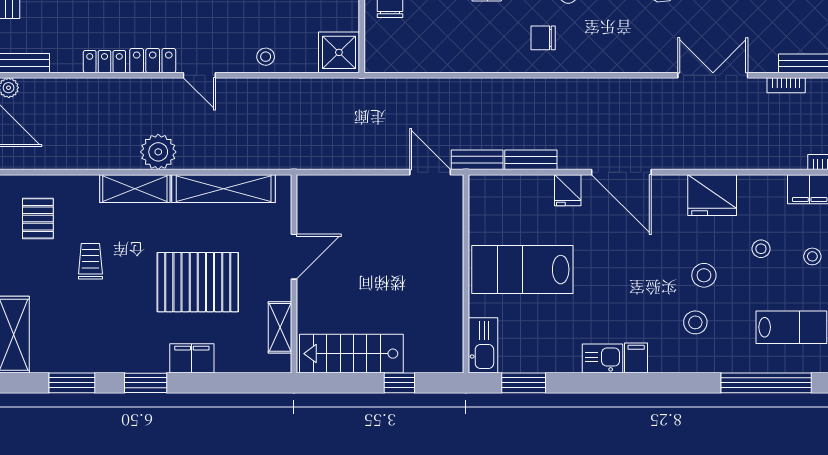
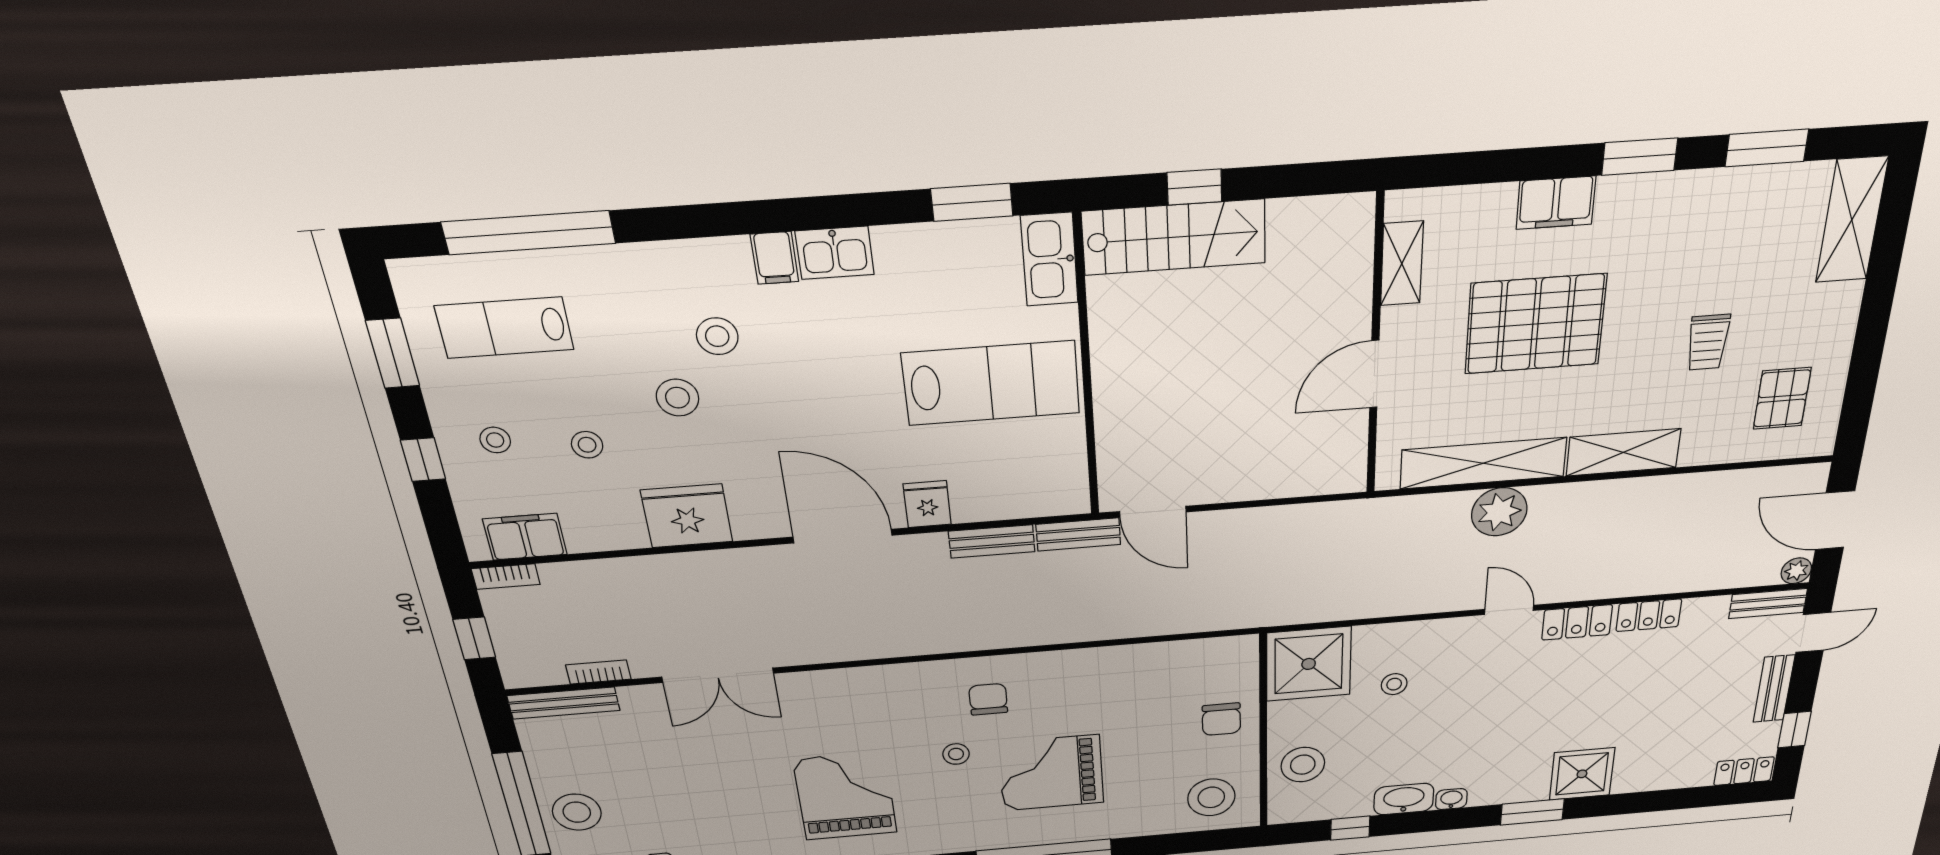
chair: (543, 38) -> (988, 699), turned -90
shower: (339, 52) -> (1309, 664), width x1.37, depth x1.37
stool: (266, 57) -> (1394, 684), moved
plant: (158, 152) -> (1499, 512), moved
stool: (695, 322) -> (717, 336), moved
stairs: (351, 354) -> (1174, 237), moved

